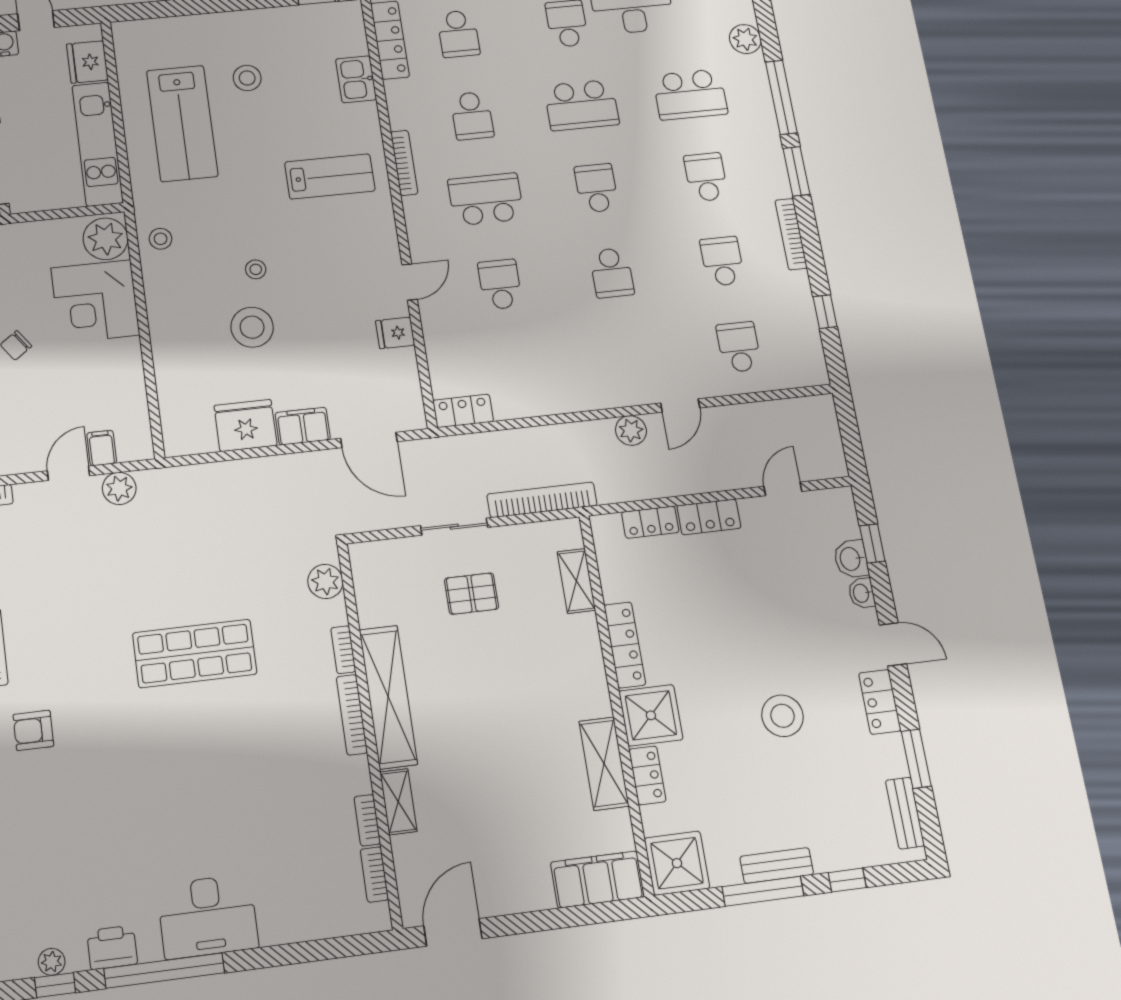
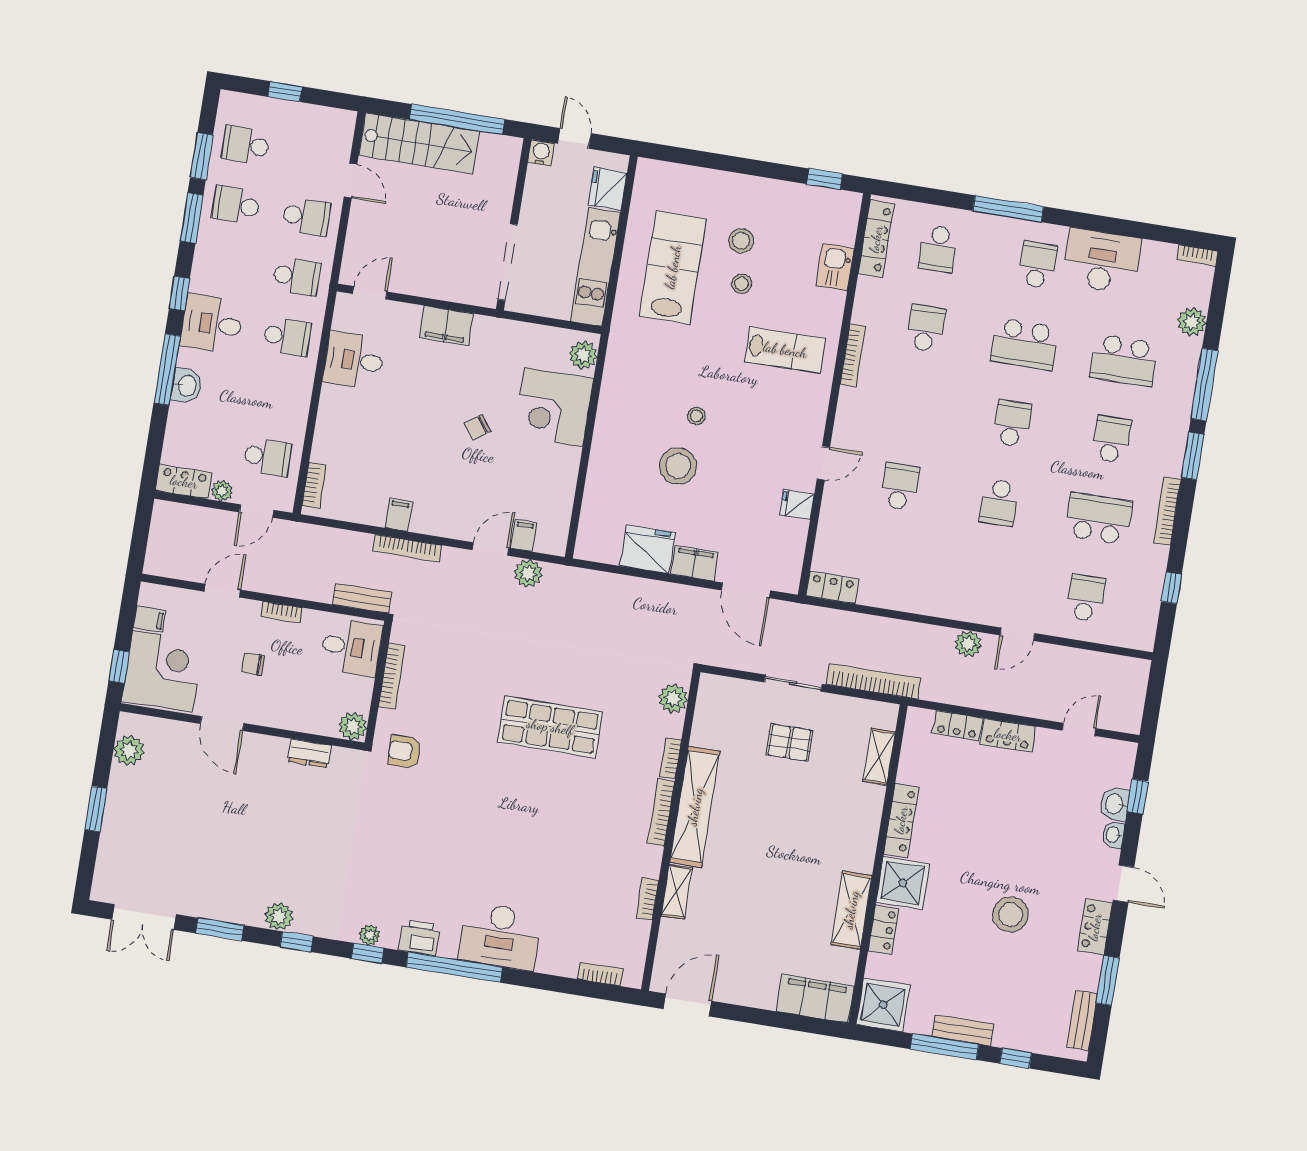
school desk: (472, 116) -> (925, 328), turned 180
lab bench: (182, 123) -> (673, 267), turned 180
school desk: (486, 199) -> (913, 407), removed
plant: (106, 239) -> (583, 355), width x0.73, depth x0.73
stool: (161, 239) -> (742, 284), moved
school desk: (722, 261) -> (1098, 519), width x1.85
bookcase: (374, 875) -> (600, 974), moved, turned 90

